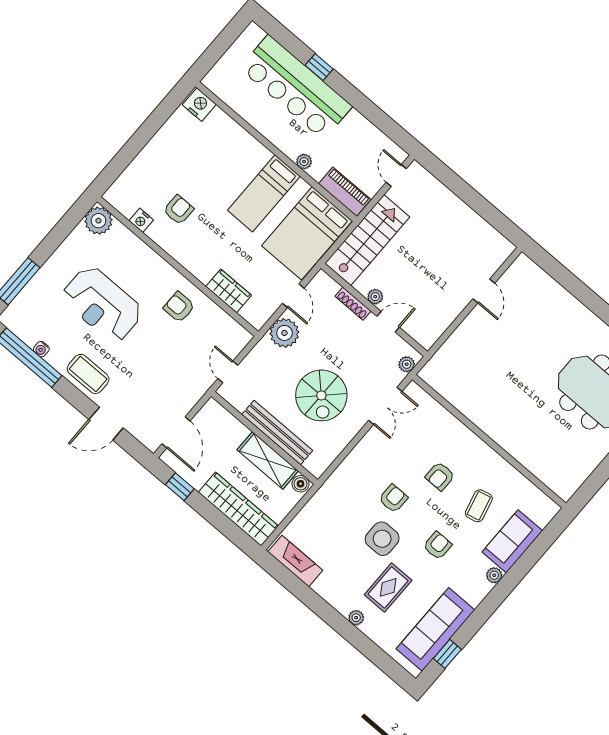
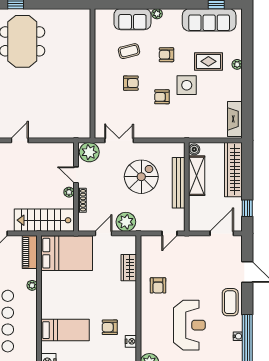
bed: (264, 193) -> (65, 330), moved
plant: (407, 364) -> (89, 152), width x1.88, depth x1.88

